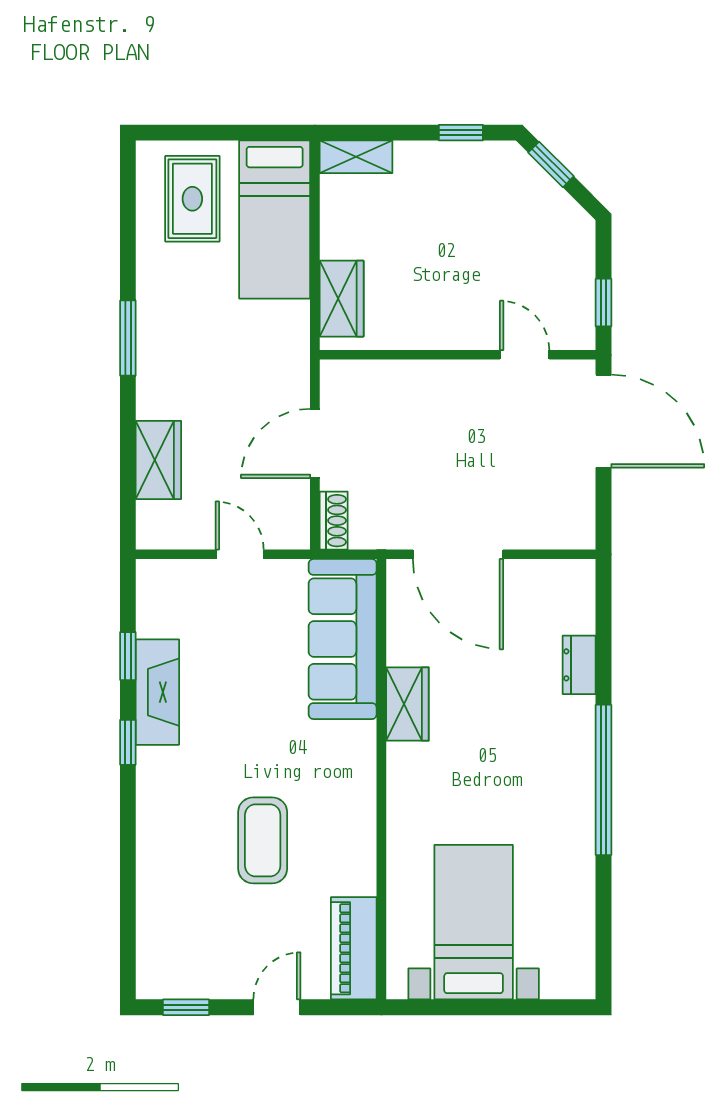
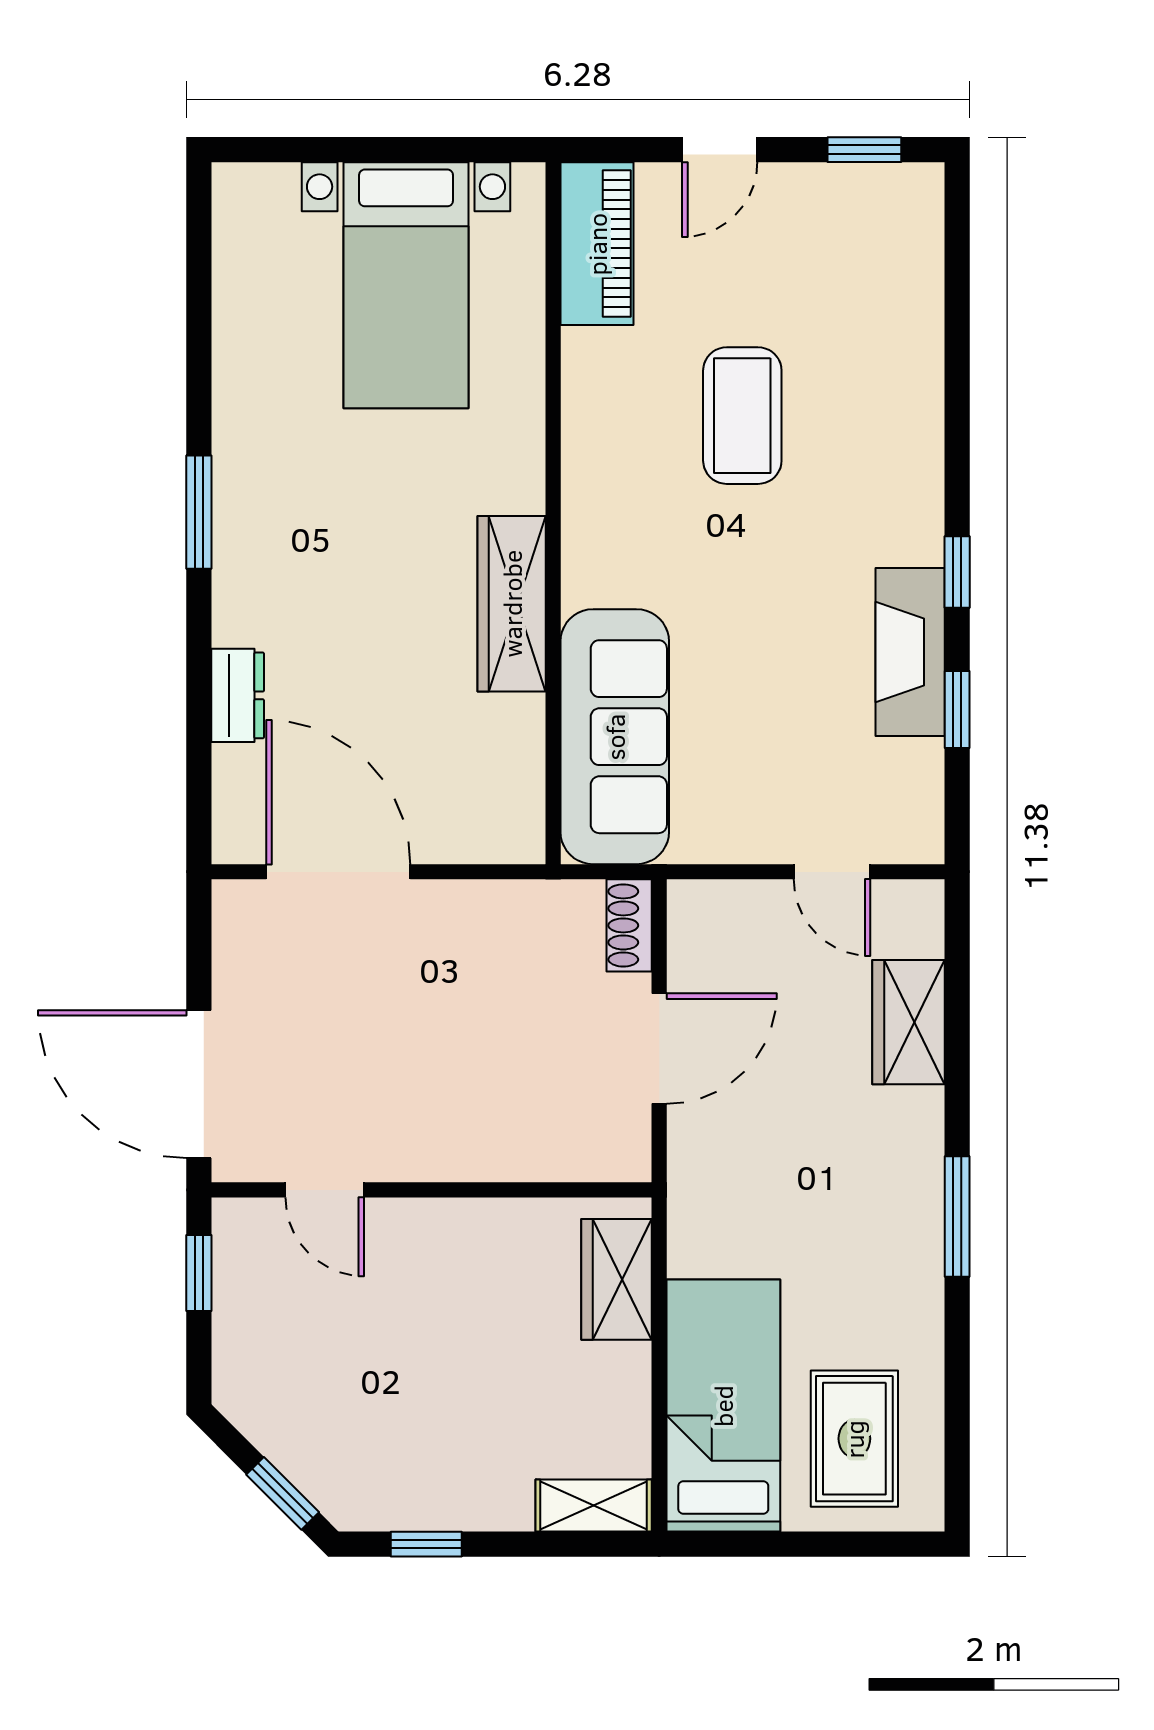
door: (240, 554) -> (832, 872), moved
door: (458, 554) -> (338, 872), moved
wardrobe: (407, 704) -> (512, 604), width x1.50
window: (604, 780) -> (199, 512), width x0.47

